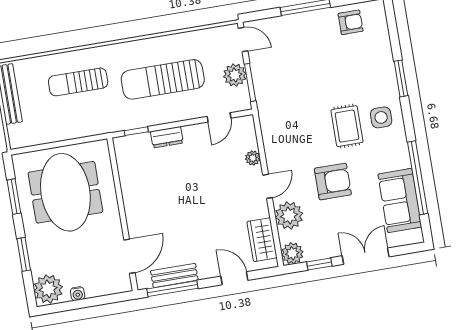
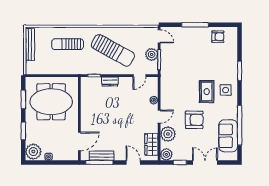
sun lounger: (163, 79) -> (113, 50), turned -151
meeting table: (65, 192) -> (51, 102), turned 90

